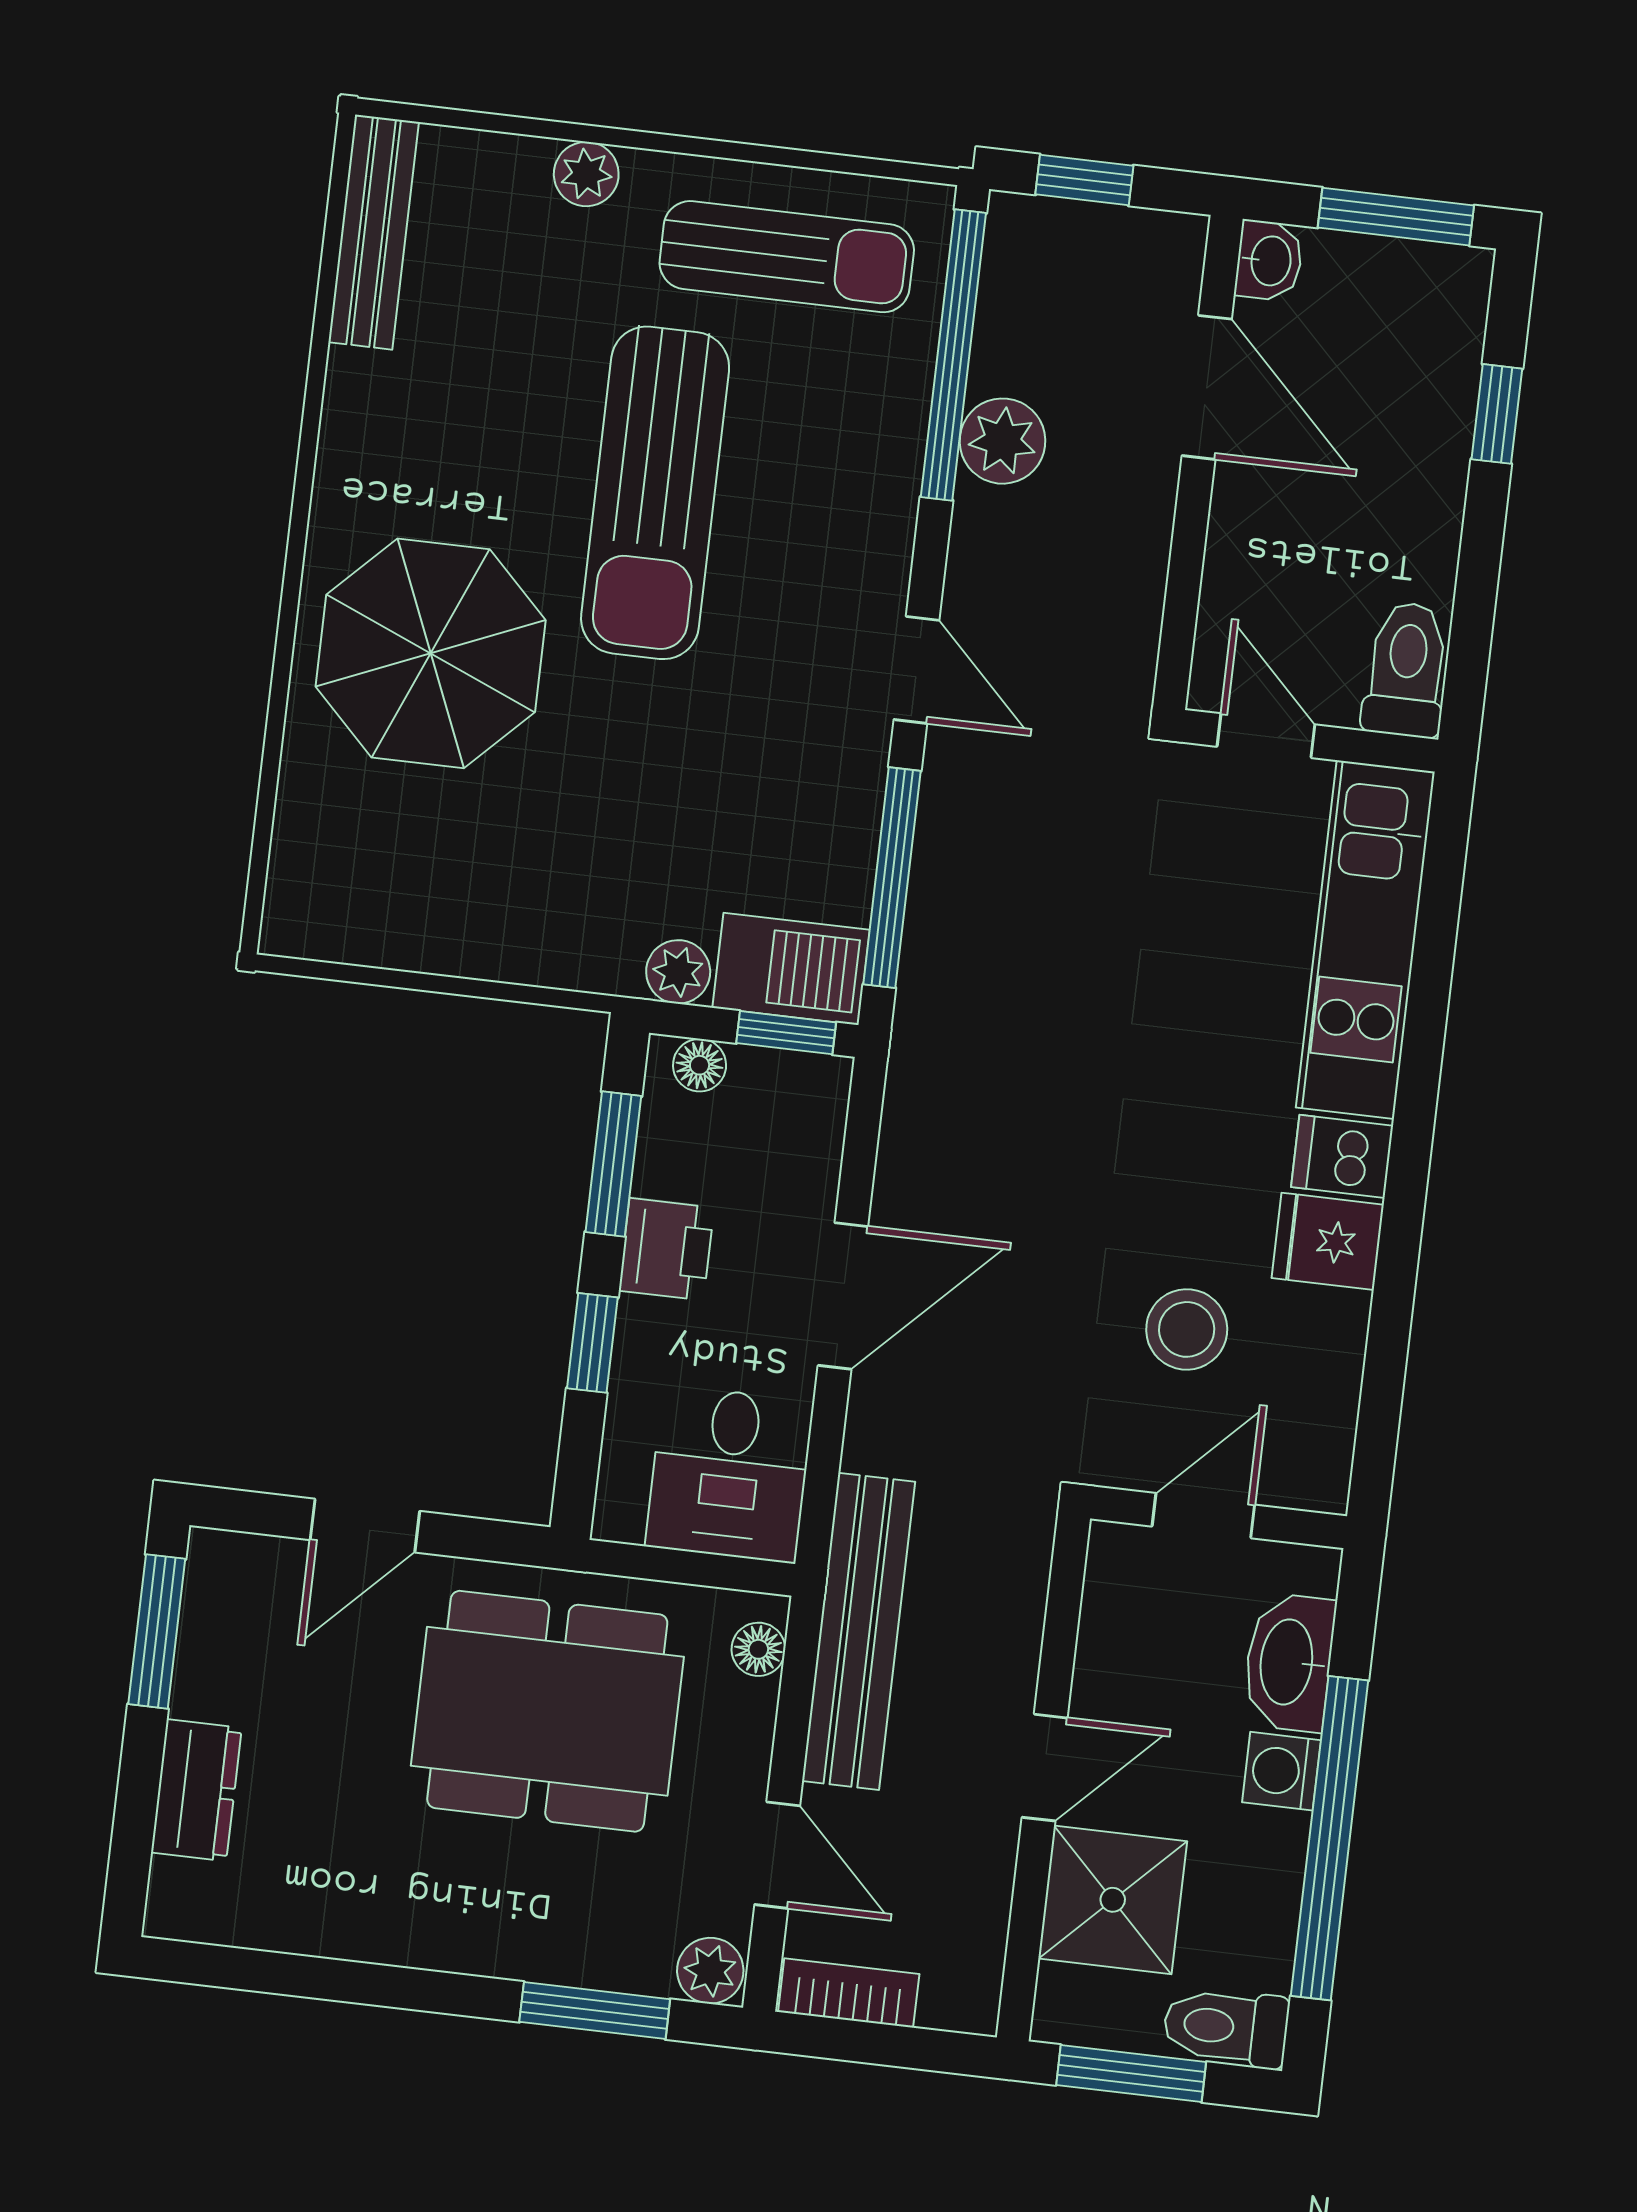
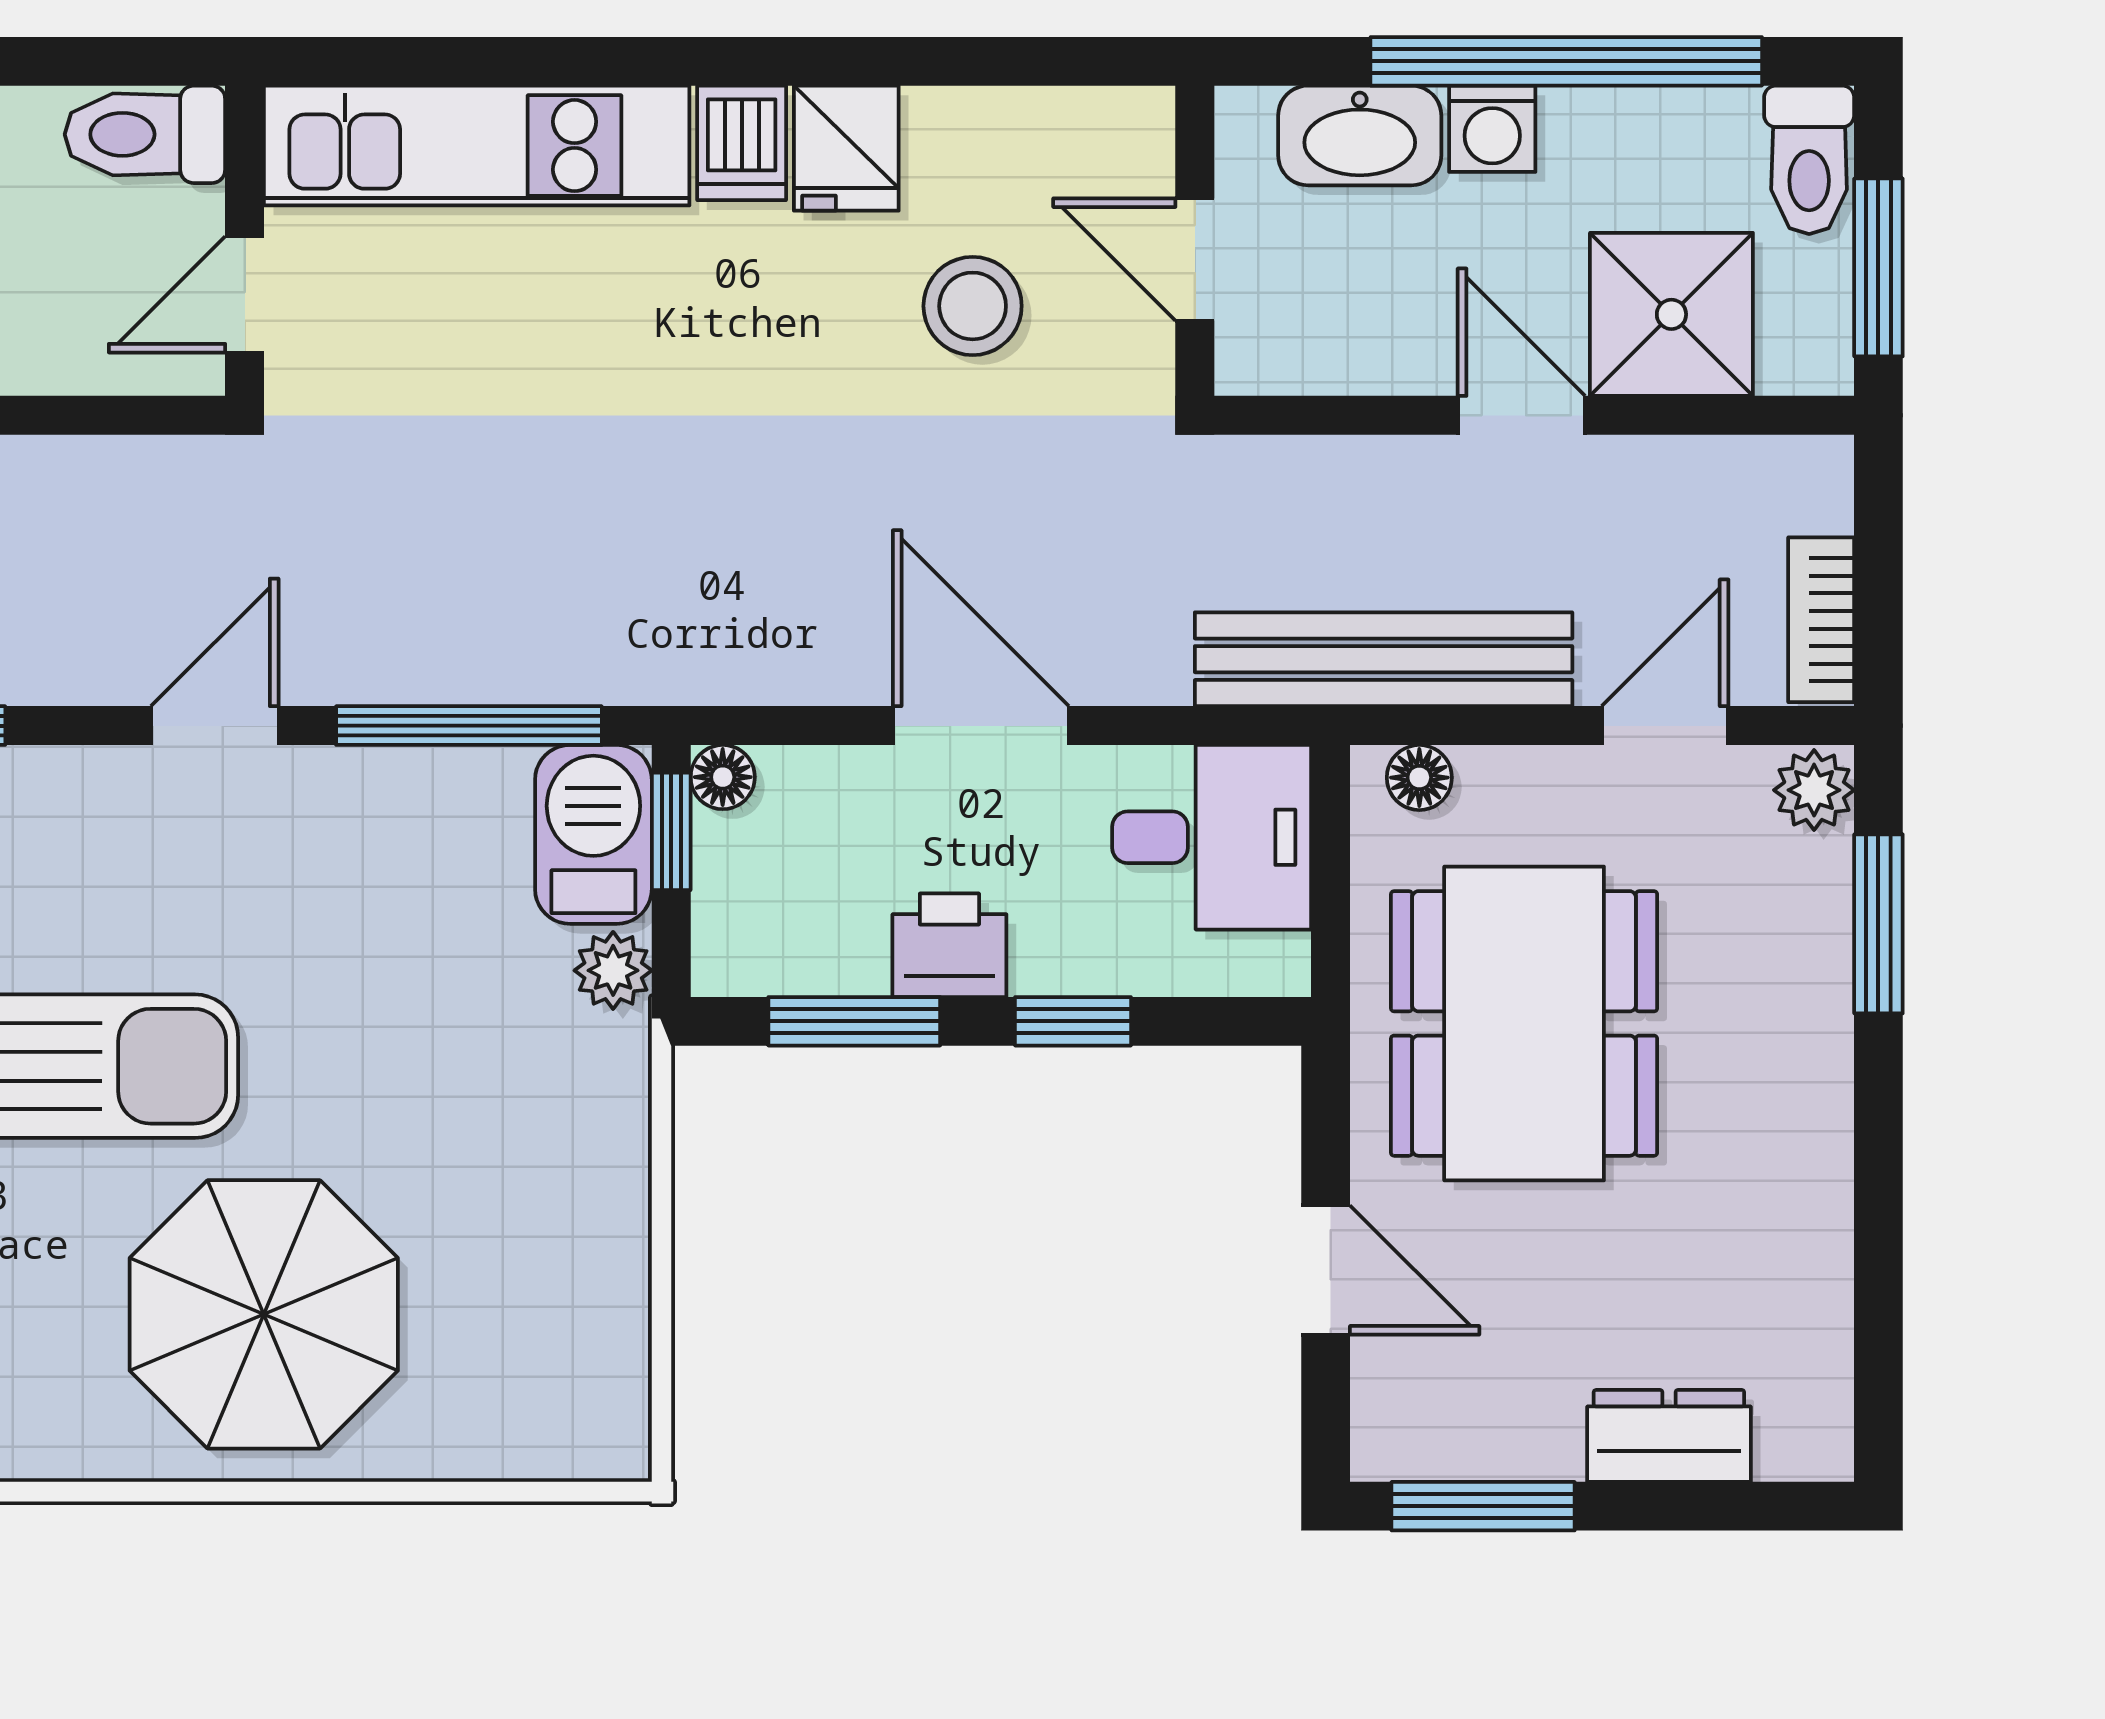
floor lamp: (700, 1065) -> (723, 777), moved

